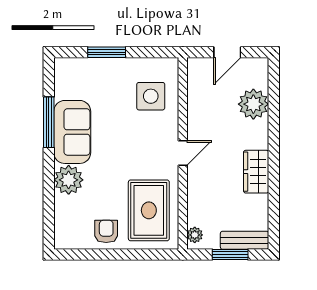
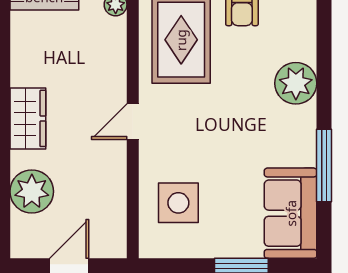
sofa: (72, 132) -> (291, 213), moved
wardrobe: (256, 172) -> (28, 118), moved

